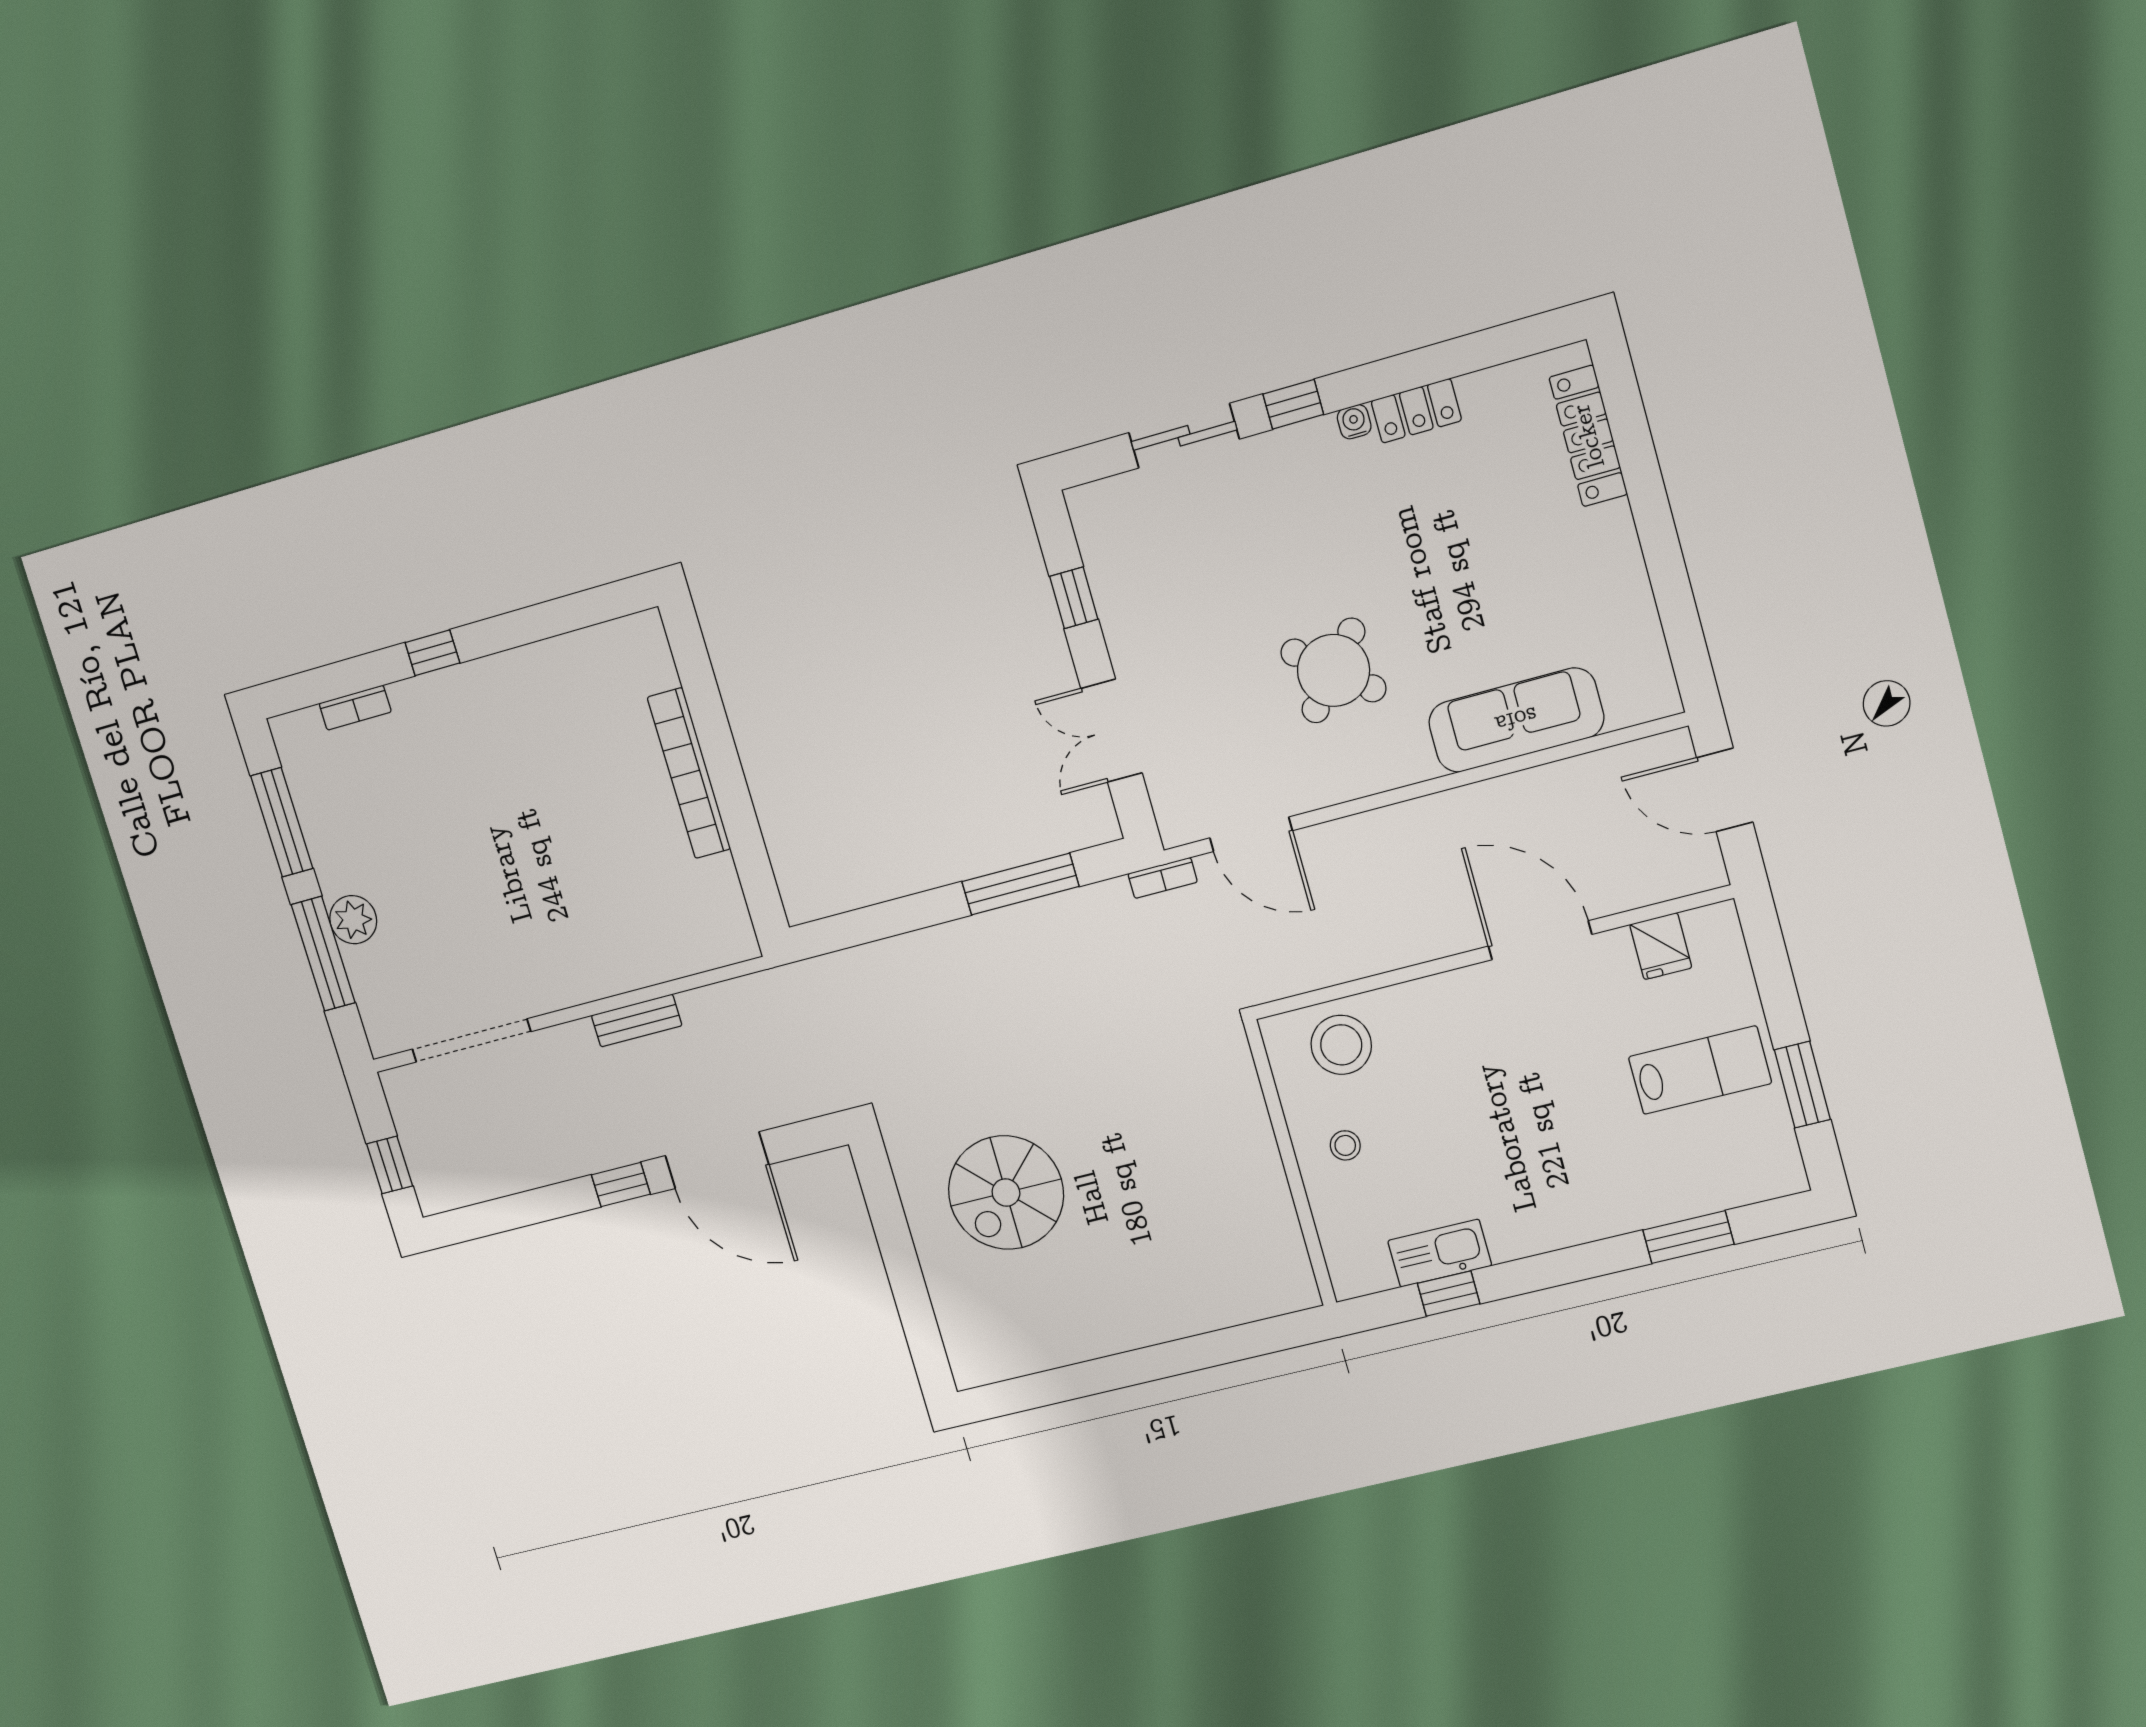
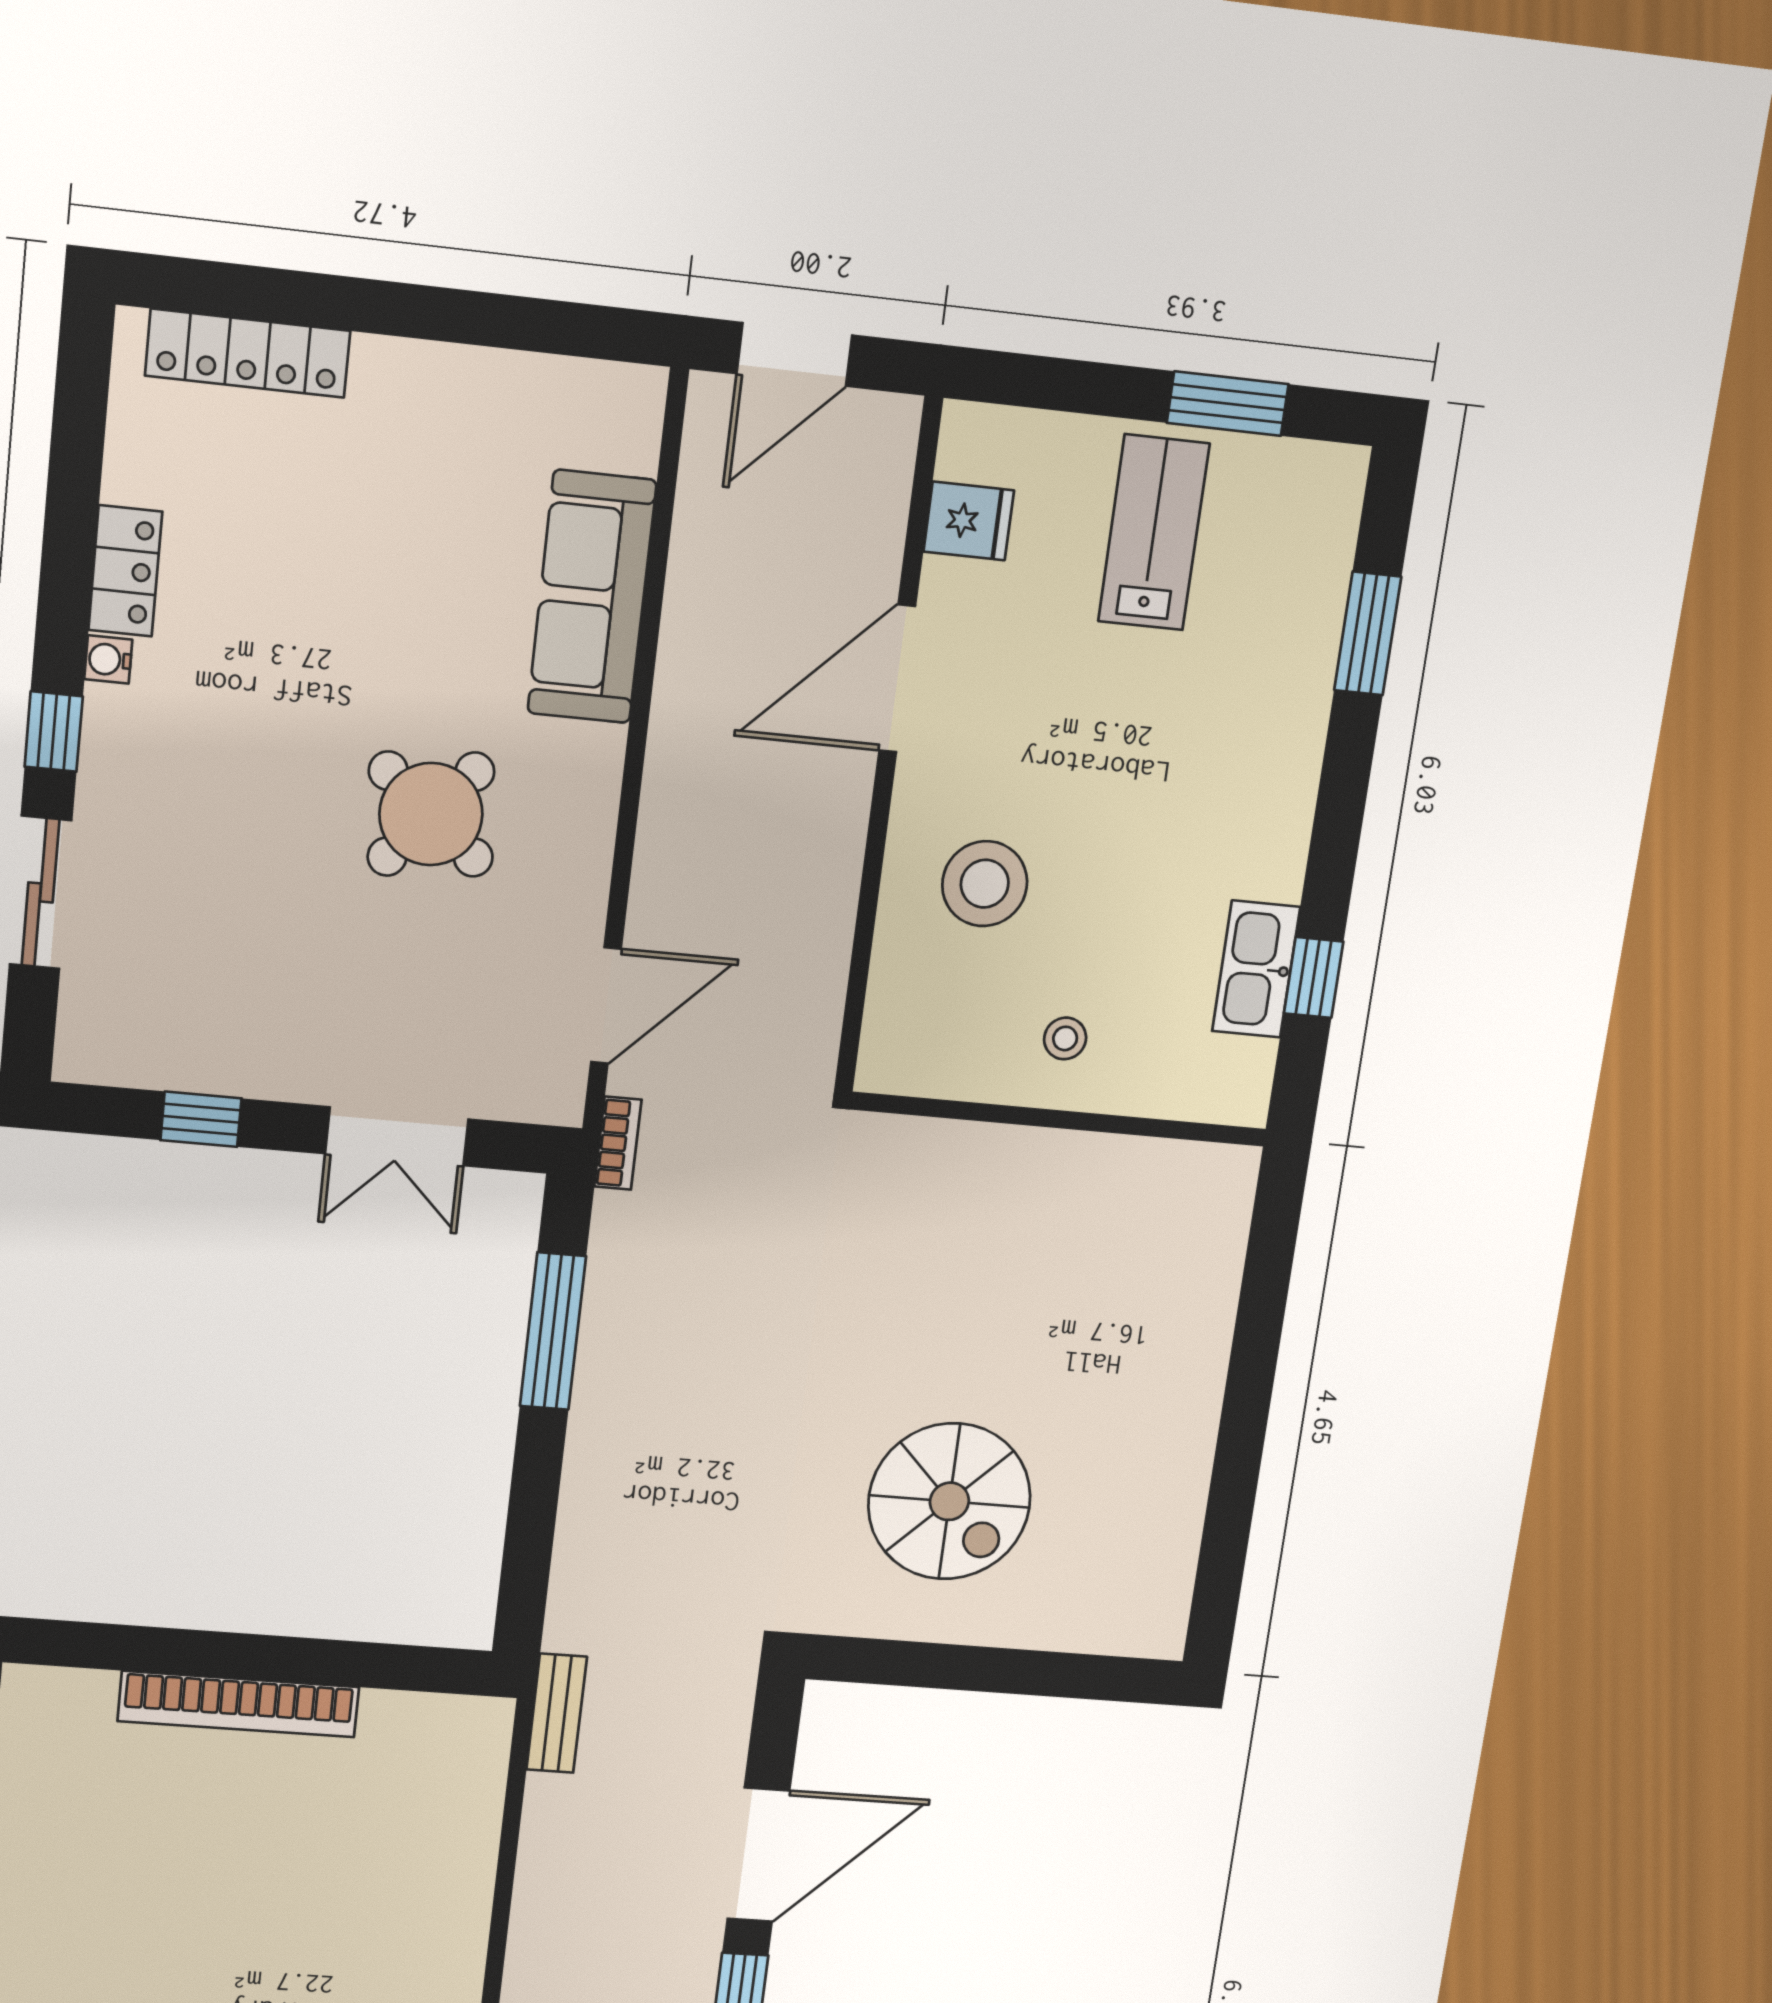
bench: (637, 1021) -> (557, 1713), moved
stool: (1341, 1045) -> (985, 884), moved

